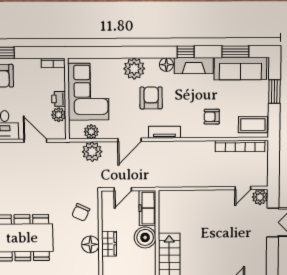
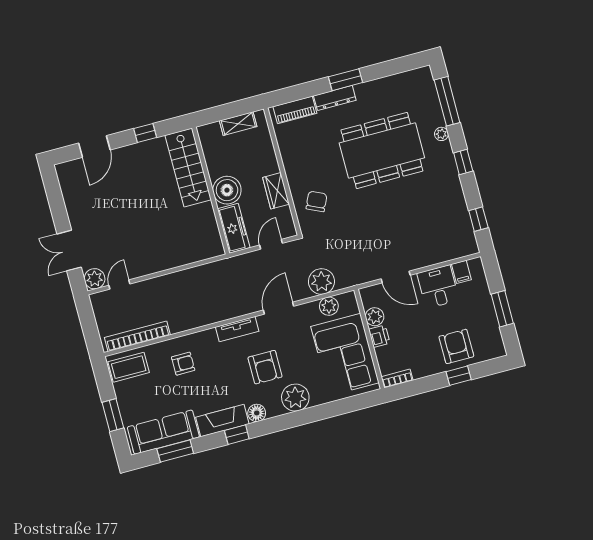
floor lamp: (90, 244) -> (294, 164), removed
wardrobe: (109, 244) -> (276, 191), moved

